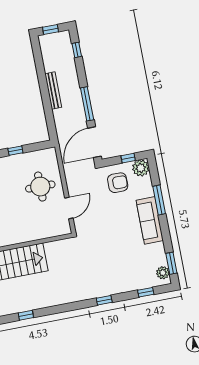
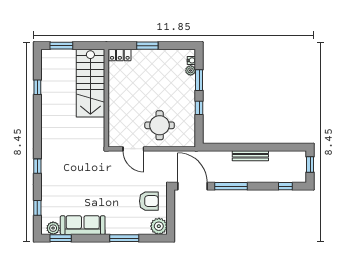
window: (128, 158) -> (171, 216), removed
armchair: (118, 183) -> (149, 201), turned -90
sofa: (150, 220) -> (83, 225), moved

